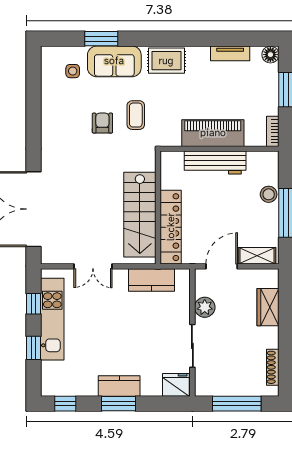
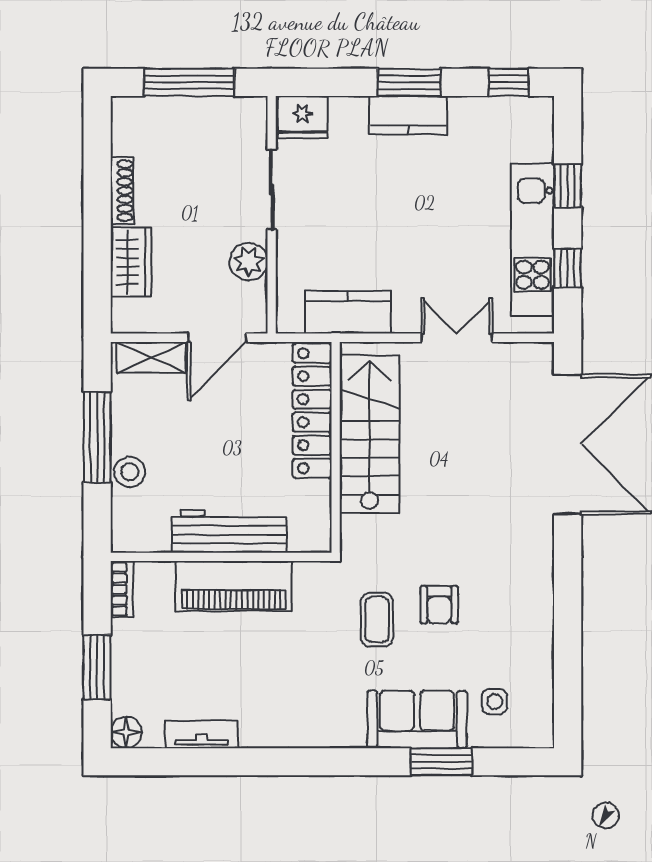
rug: (166, 61) -> (320, 721), removed
shoe rack: (273, 367) -> (122, 191), moved

